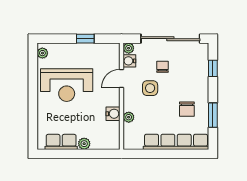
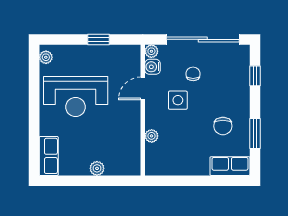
water cooler: (113, 114) -> (132, 132), removed
row of seats: (61, 142) -> (49, 156), moved, turned 90
row of seats: (176, 142) -> (230, 166), width x0.50

